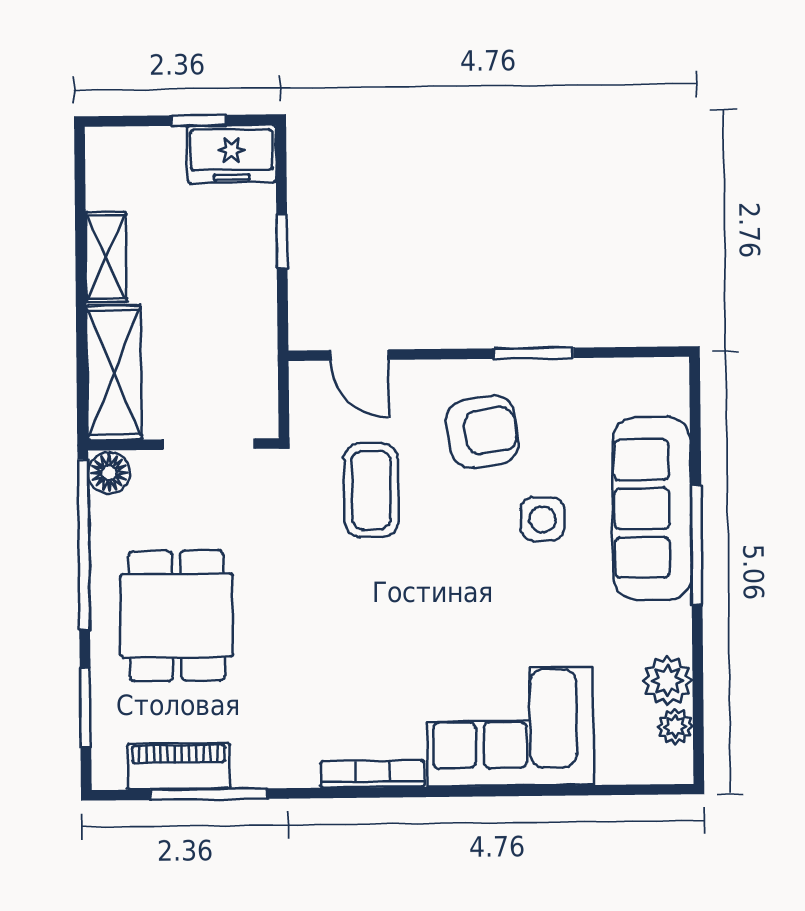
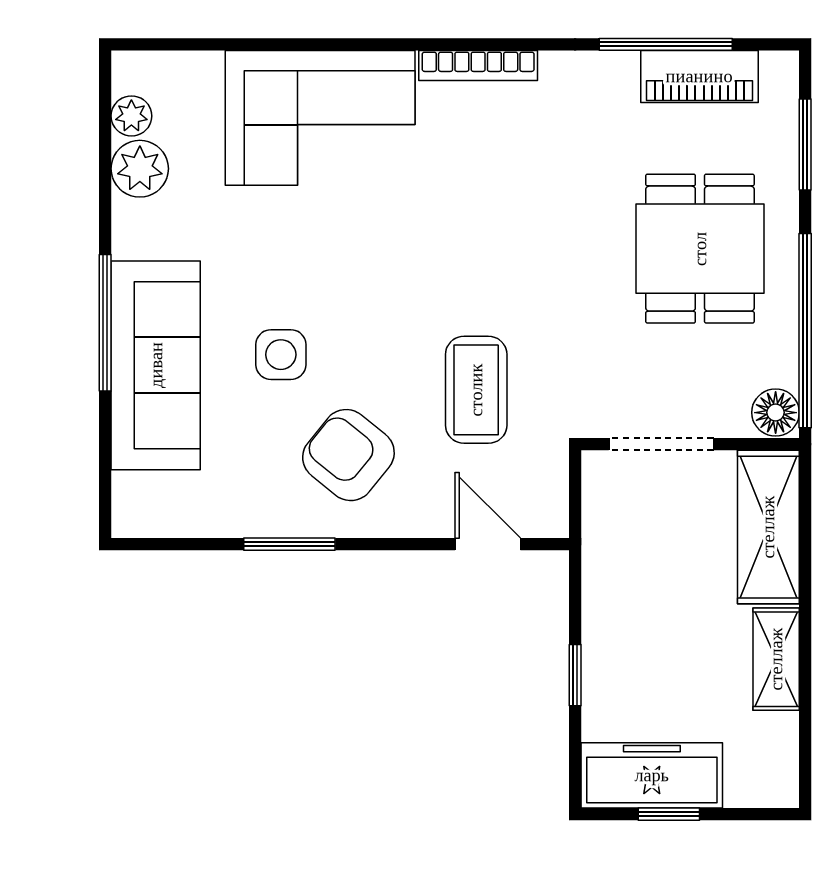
freezer: (232, 154) -> (652, 775), width x1.40
armchair: (482, 432) -> (348, 455), turned 47

